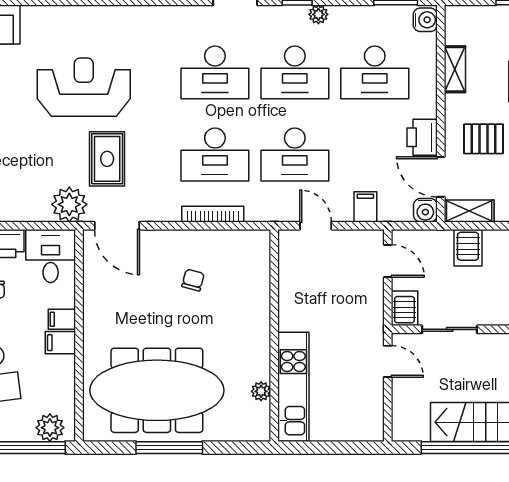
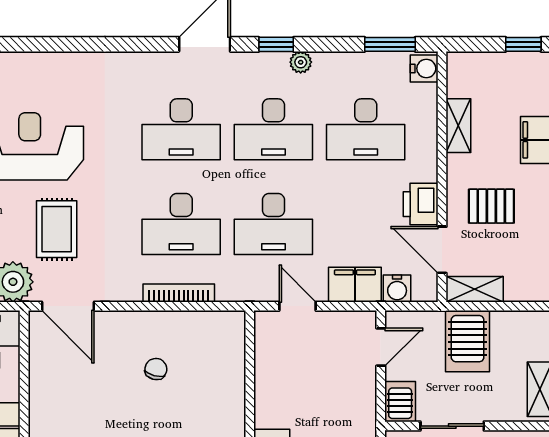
filing cabinet: (365, 207) -> (355, 285), width x2.00
water cooler: (425, 210) -> (397, 288), moved
server rack: (468, 248) -> (468, 341), width x1.36, depth x1.44
door: (388, 261) -> (381, 347), hinge flipped

